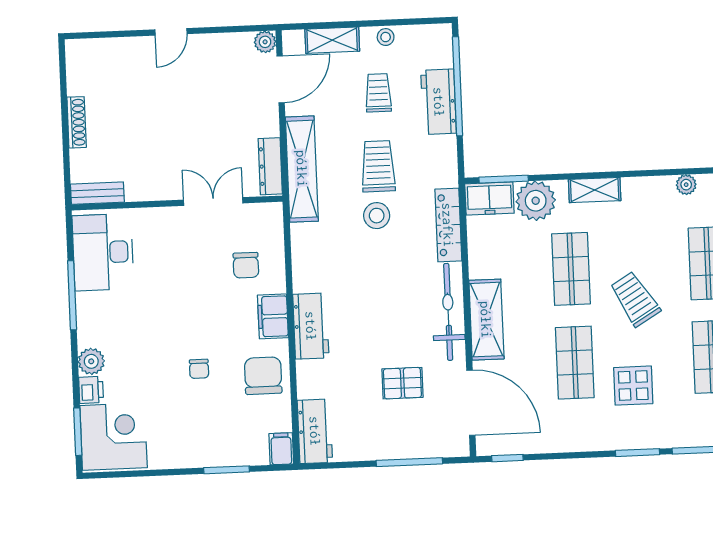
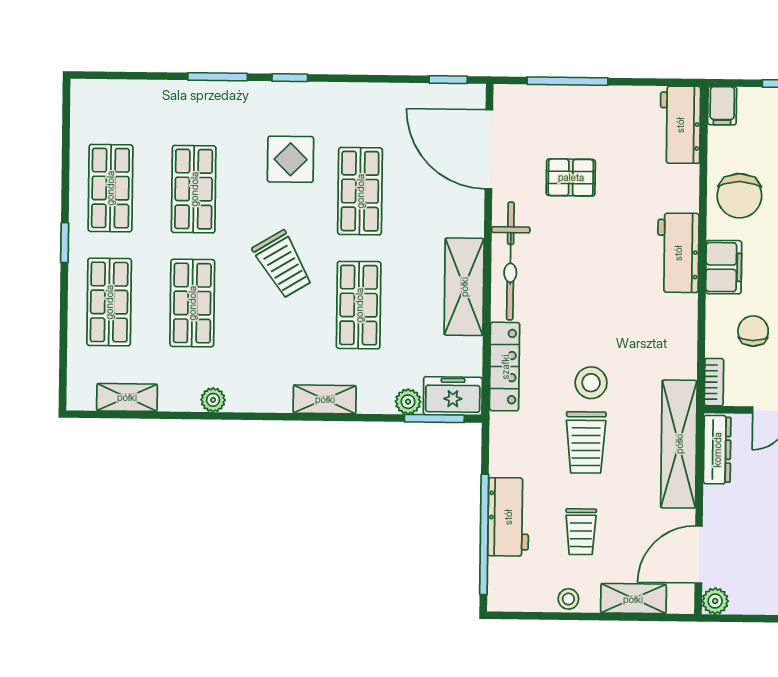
plant: (536, 201) -> (408, 402), width x0.53, depth x0.53
bookcase: (276, 221) -> (714, 382), added
shelving: (486, 320) -> (464, 287), moved
window: (638, 453) -> (290, 78), width x0.67

